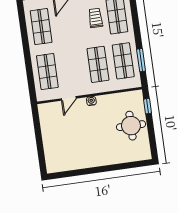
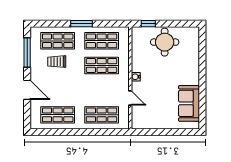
window: (141, 60) -> (82, 24), moved
sofa: (72, 159) -> (189, 103), added

